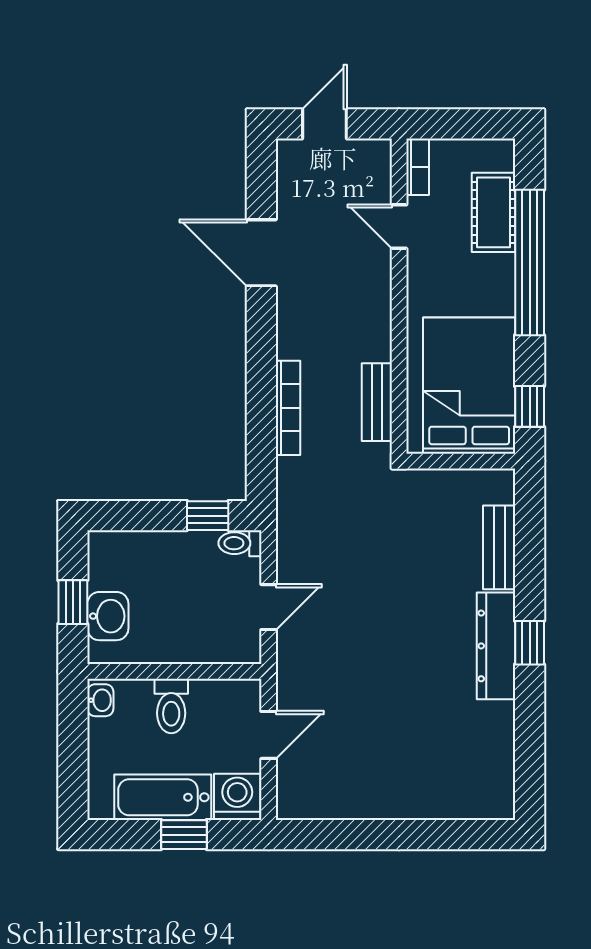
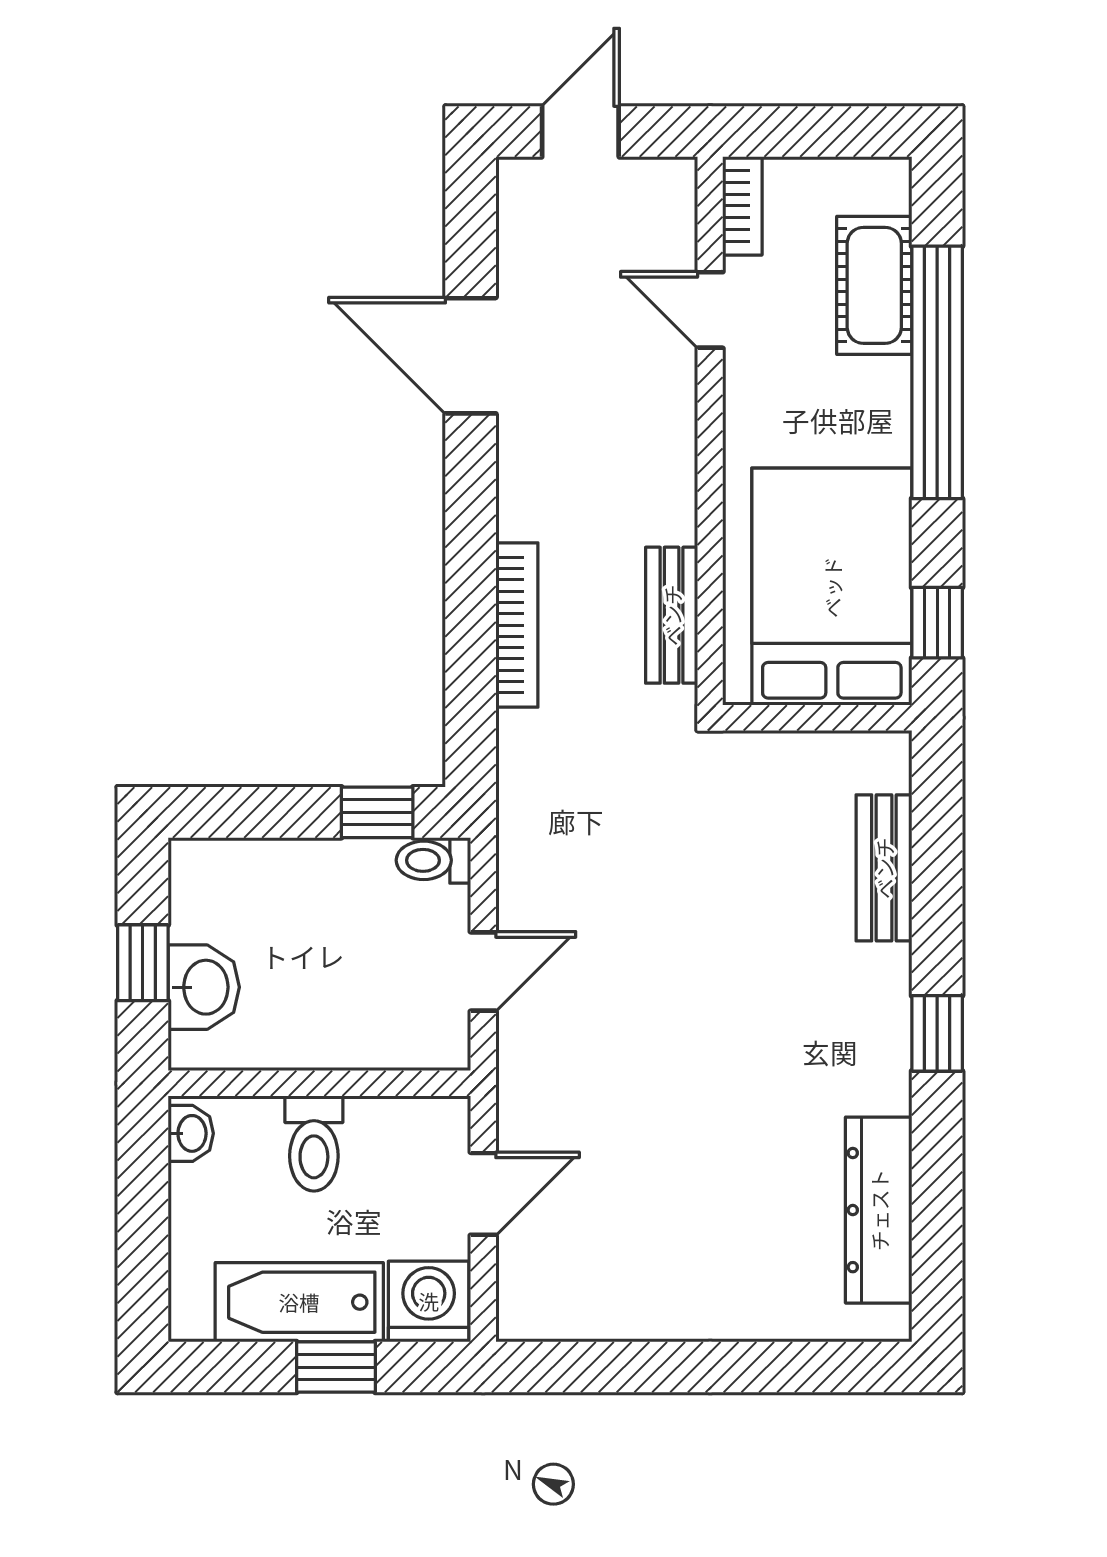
dresser: (496, 646) -> (879, 1210), moved

